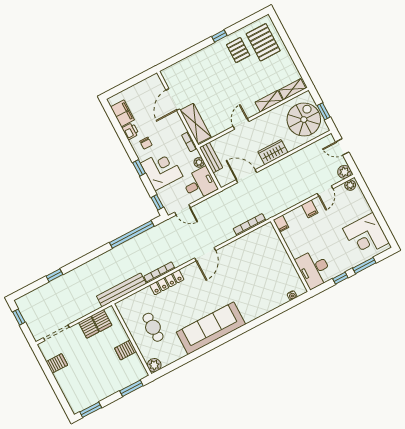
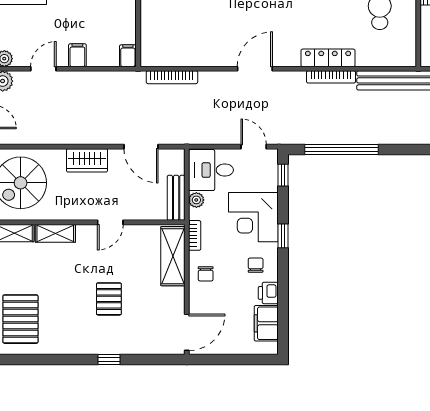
window: (219, 36) -> (109, 360), moved
pallet: (238, 50) -> (109, 299), moved
door: (173, 100) -> (187, 332), moved
chair: (172, 123) -> (206, 274), added

